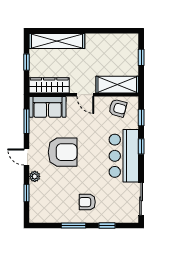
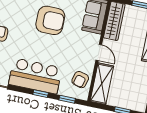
door: (85, 95) -> (99, 52), swing flipped
armchair: (63, 152) -> (50, 20), turned -90

